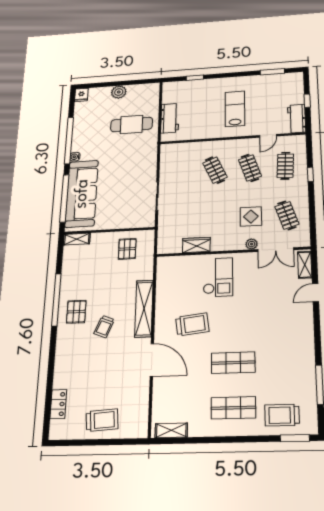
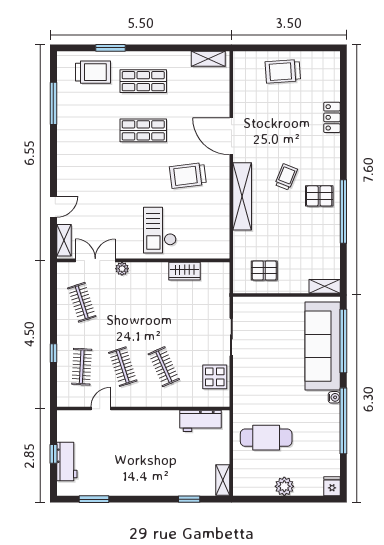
shelving: (168, 93) -> (223, 480), added
lab bench: (235, 109) -> (140, 450), removed
workbench: (170, 118) -> (201, 421), moved, turned -90
workbench: (297, 119) -> (67, 462), moved
display table: (251, 216) -> (215, 377), moved
pallet: (127, 249) -> (264, 270), turned 90
pallet: (76, 312) -> (319, 196), turned 90
locker: (58, 404) -> (332, 117), moved
window: (295, 438) -> (111, 48), moved

